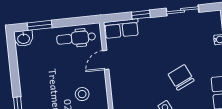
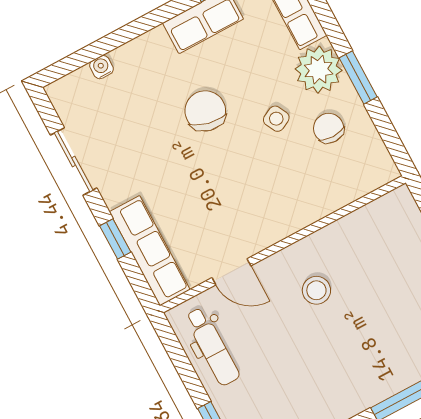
row of seats: (121, 29) -> (150, 251), width x1.48
chair: (181, 77) -> (205, 111), turned 128

